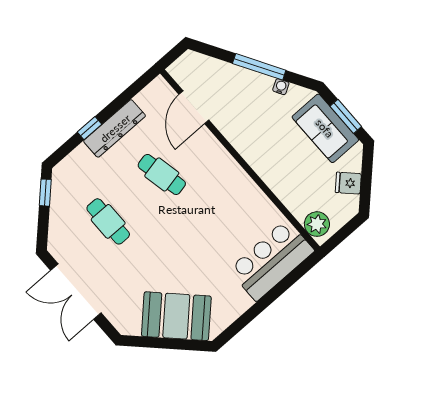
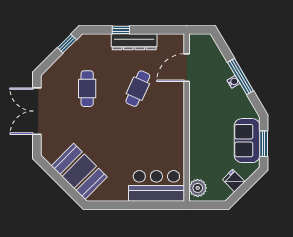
water cooler: (281, 87) -> (234, 82), moved
cafe table: (162, 174) -> (138, 89), turned 36

